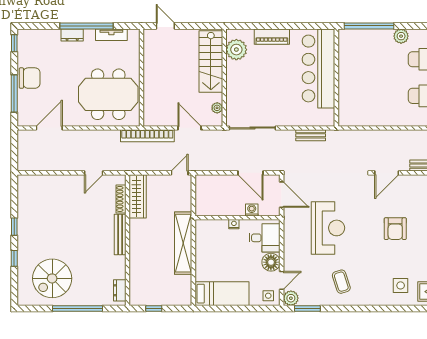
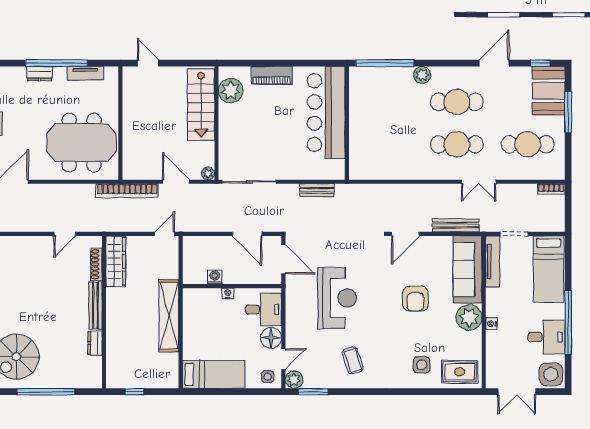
plant: (217, 108) -> (208, 173), moved
washing machine: (252, 210) -> (215, 277), moved
dresser: (120, 290) -> (95, 343), moved

